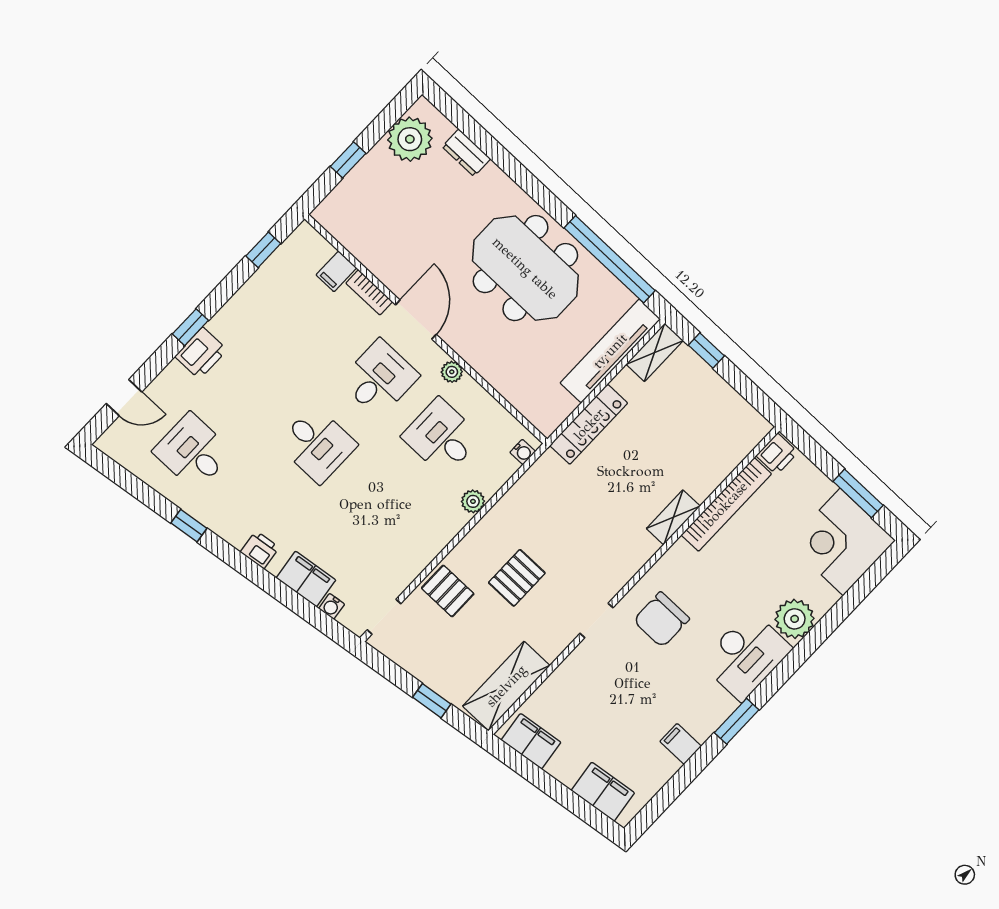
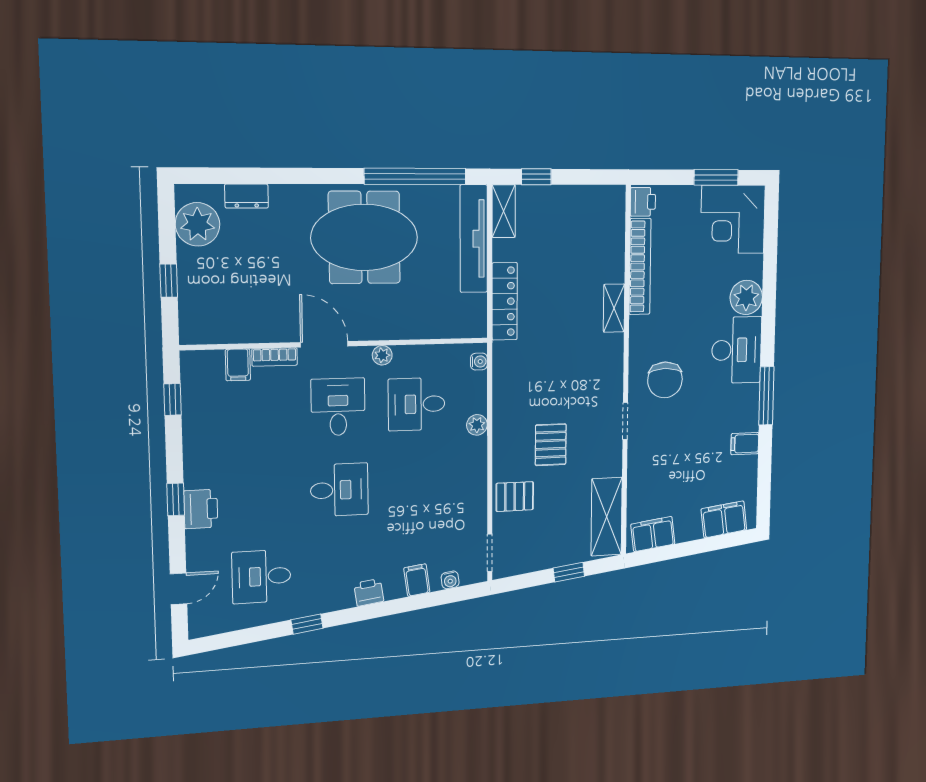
filing cabinet: (306, 579) -> (417, 580), width x0.50
window: (737, 721) -> (766, 396), width x1.44

